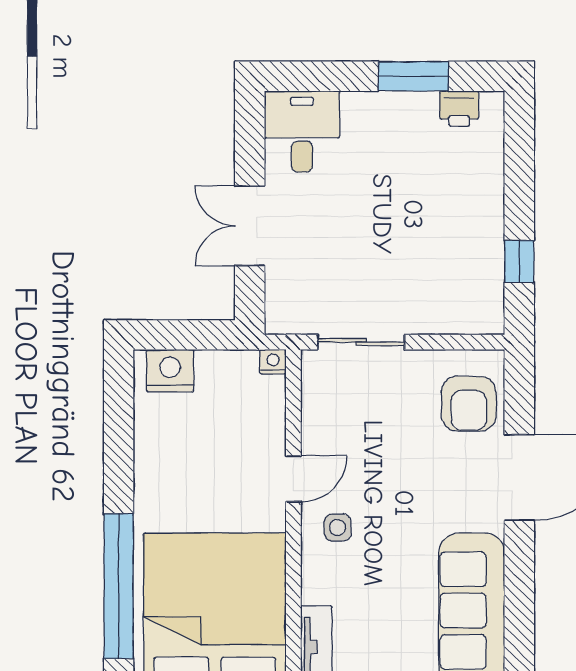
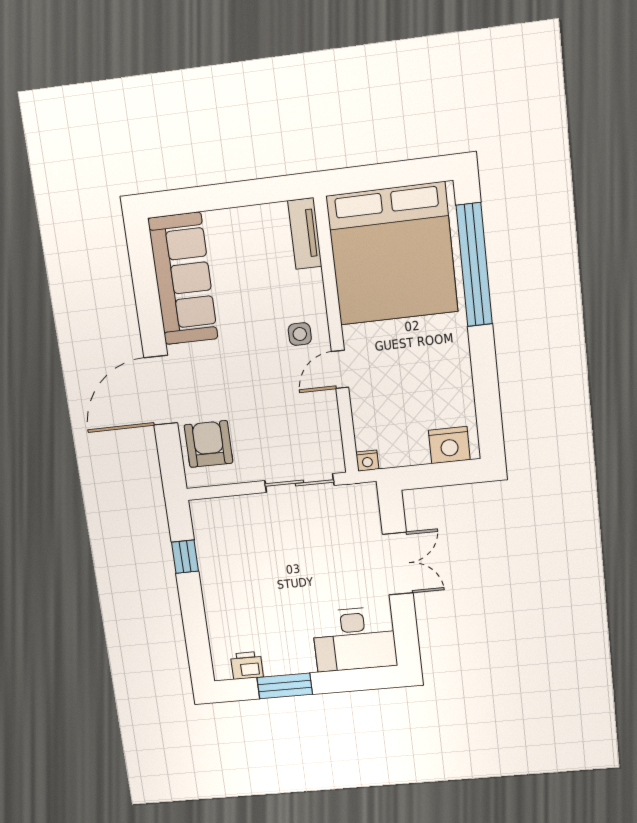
desk: (302, 131) -> (354, 639), width x1.37

